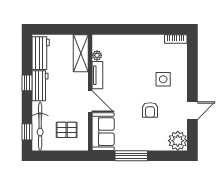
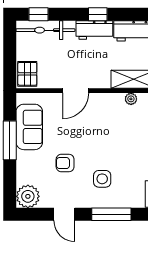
window: (192, 72) -> (111, 214), added
tv unit: (97, 75) -> (107, 99), removed
pallet: (67, 130) -> (27, 74), moved
sofa: (103, 132) -> (29, 127), moved, turned -90

